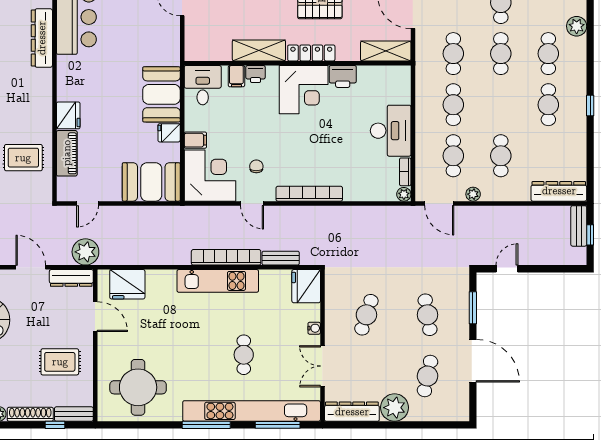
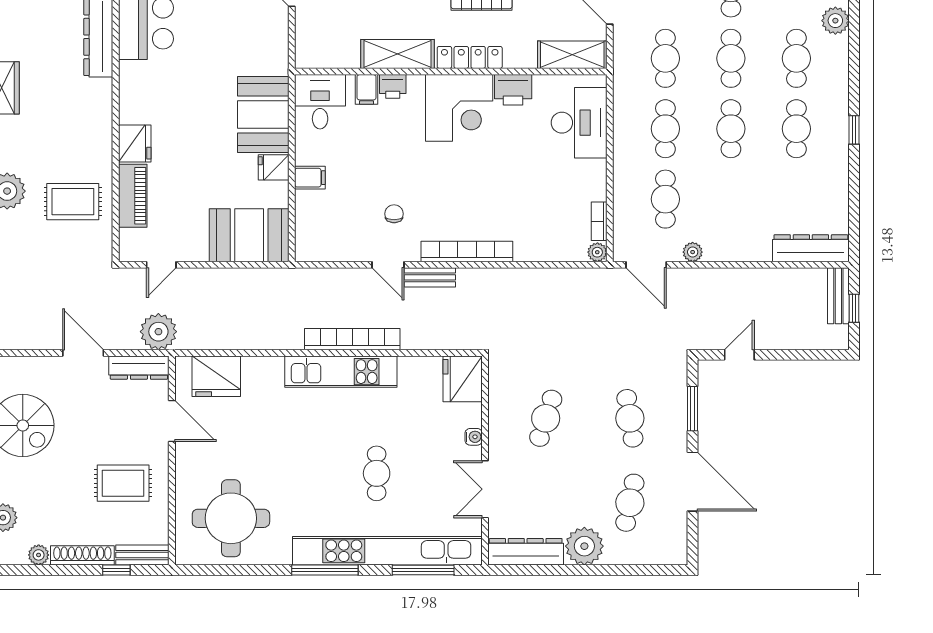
desk: (391, 131) -> (579, 123), moved
cafe table: (501, 156) -> (731, 129), moved
corner desk: (210, 176) -> (330, 226), removed
bench: (281, 258) -> (430, 277), moved

